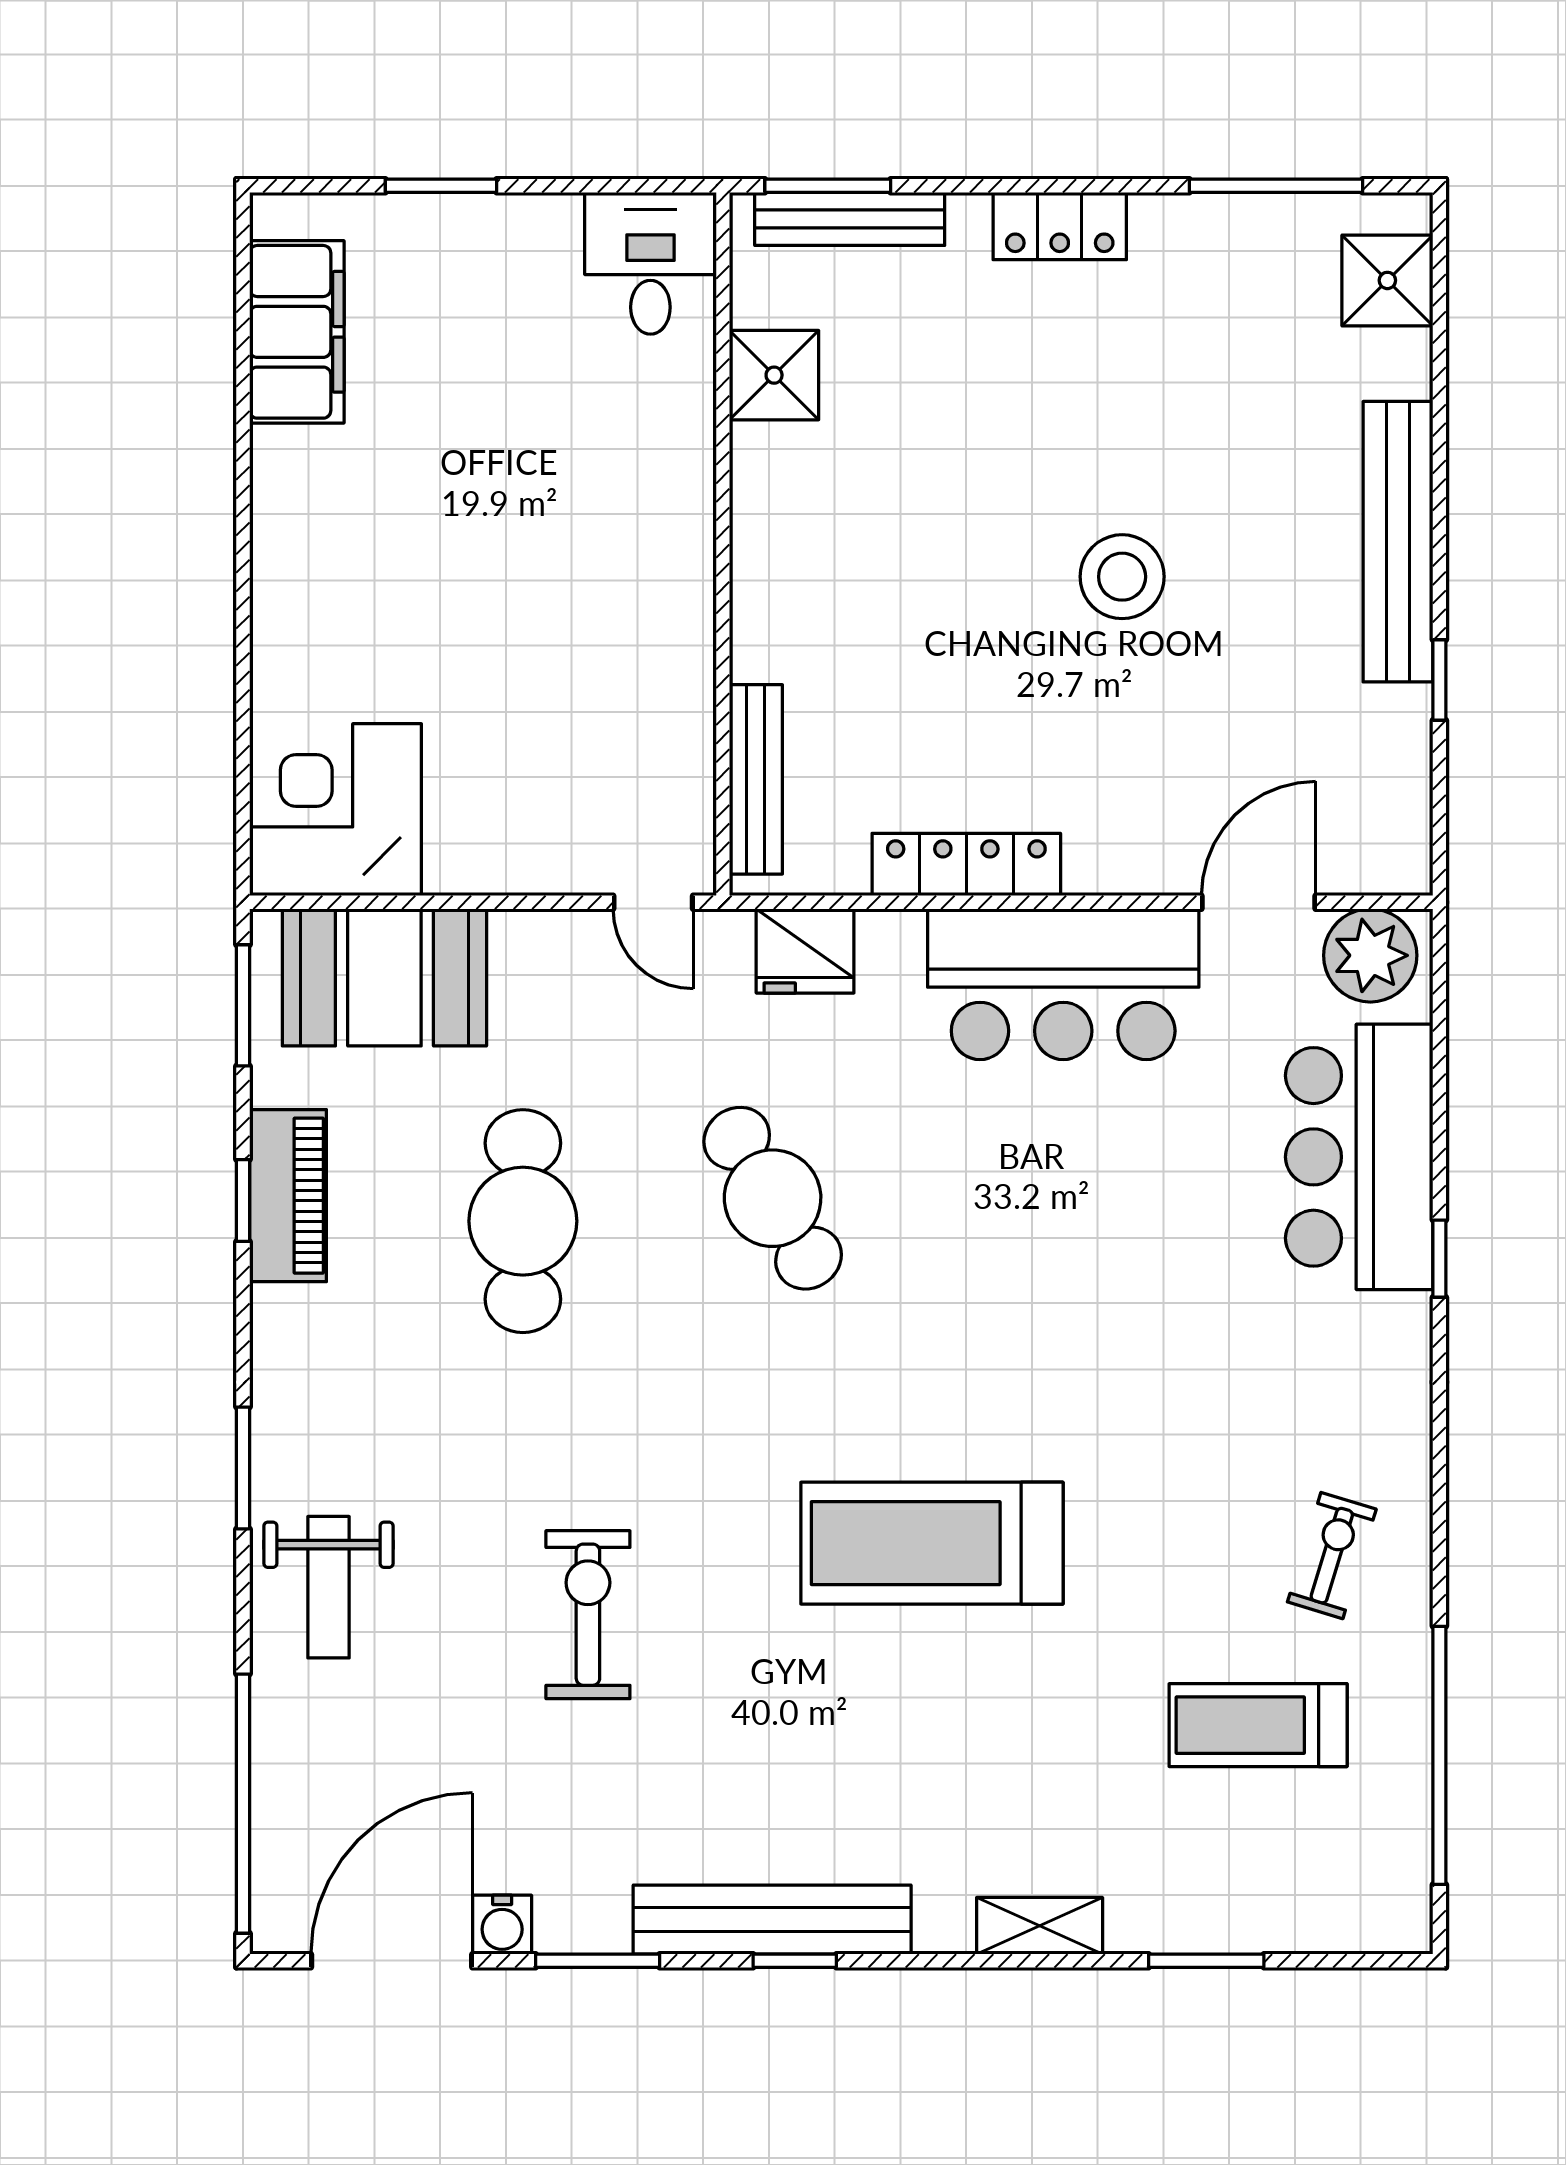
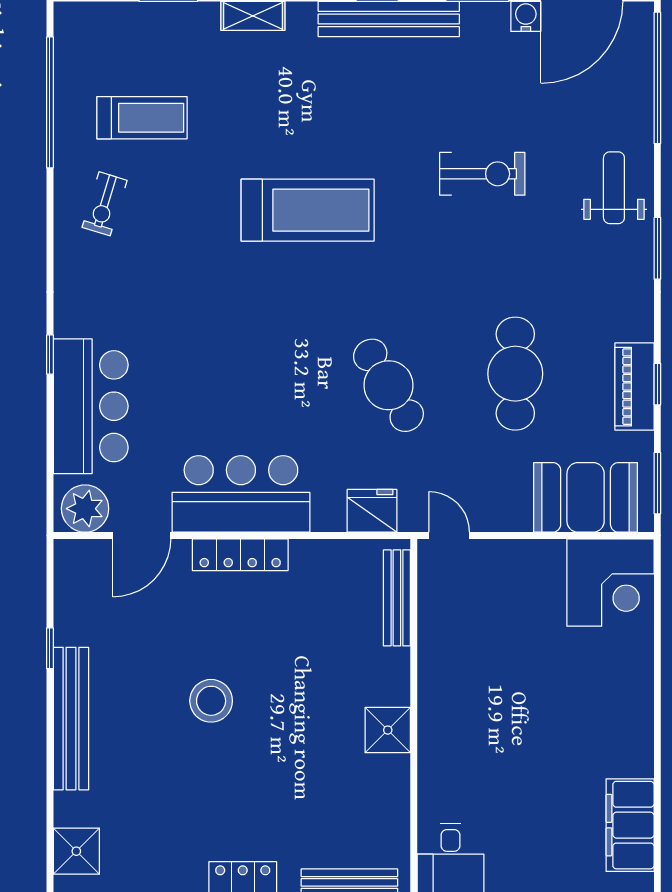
shower: (774, 375) -> (388, 730), moved
locker: (966, 864) -> (240, 555), moved
exercise bike: (588, 1615) -> (482, 174), turned -90

